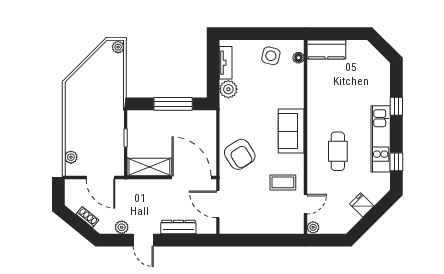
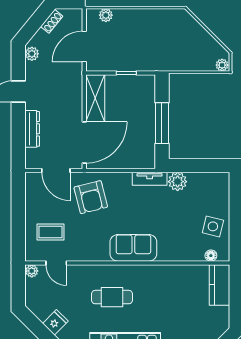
tv unit: (226, 63) -> (150, 179), moved
armchair: (240, 154) -> (91, 197), moved, turned -72
coffee table: (283, 182) -> (50, 232), moved, turned 90
door: (218, 204) -> (56, 170), swing flipped
shoe rack: (87, 217) -> (52, 21), moved
plant: (122, 227) -> (32, 54), moved

